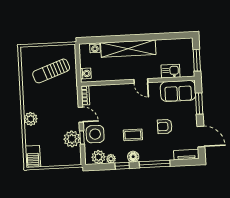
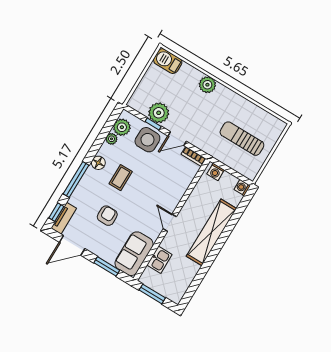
washing machine: (95, 48) -> (242, 188), moved
sun lounger: (51, 71) -> (242, 139), turned -70
door: (141, 81) -> (170, 223), hinge flipped
window: (122, 166) -> (56, 212), moved

